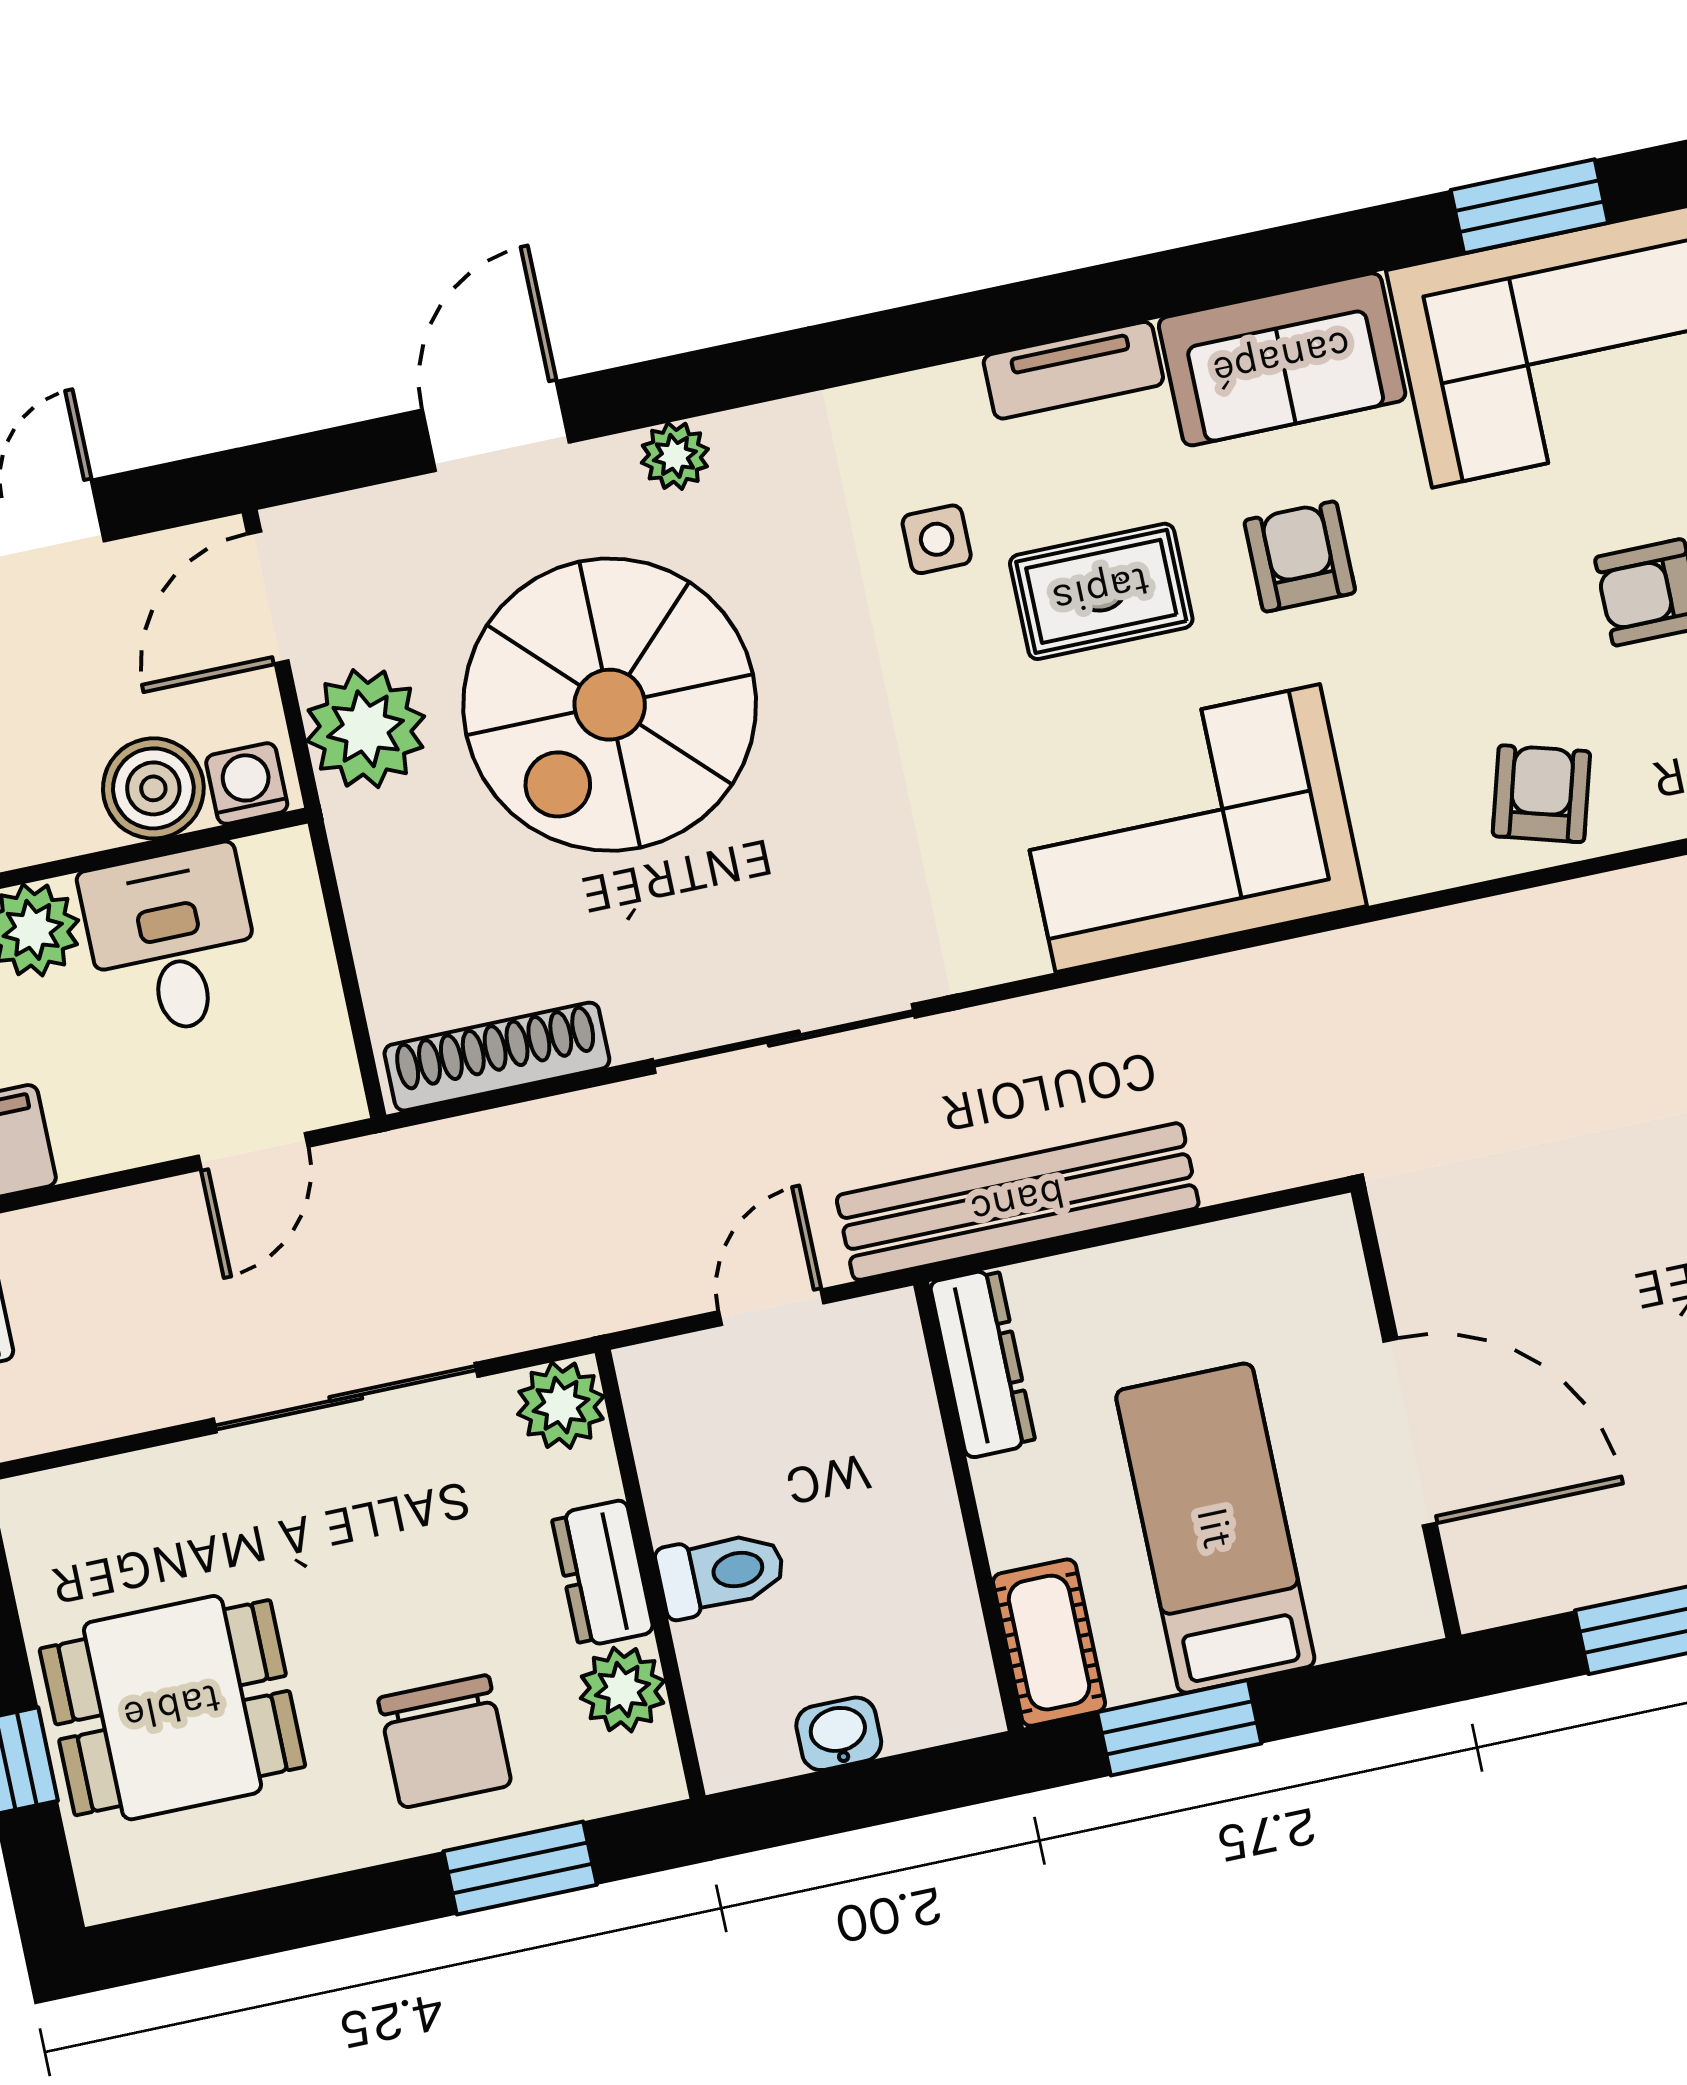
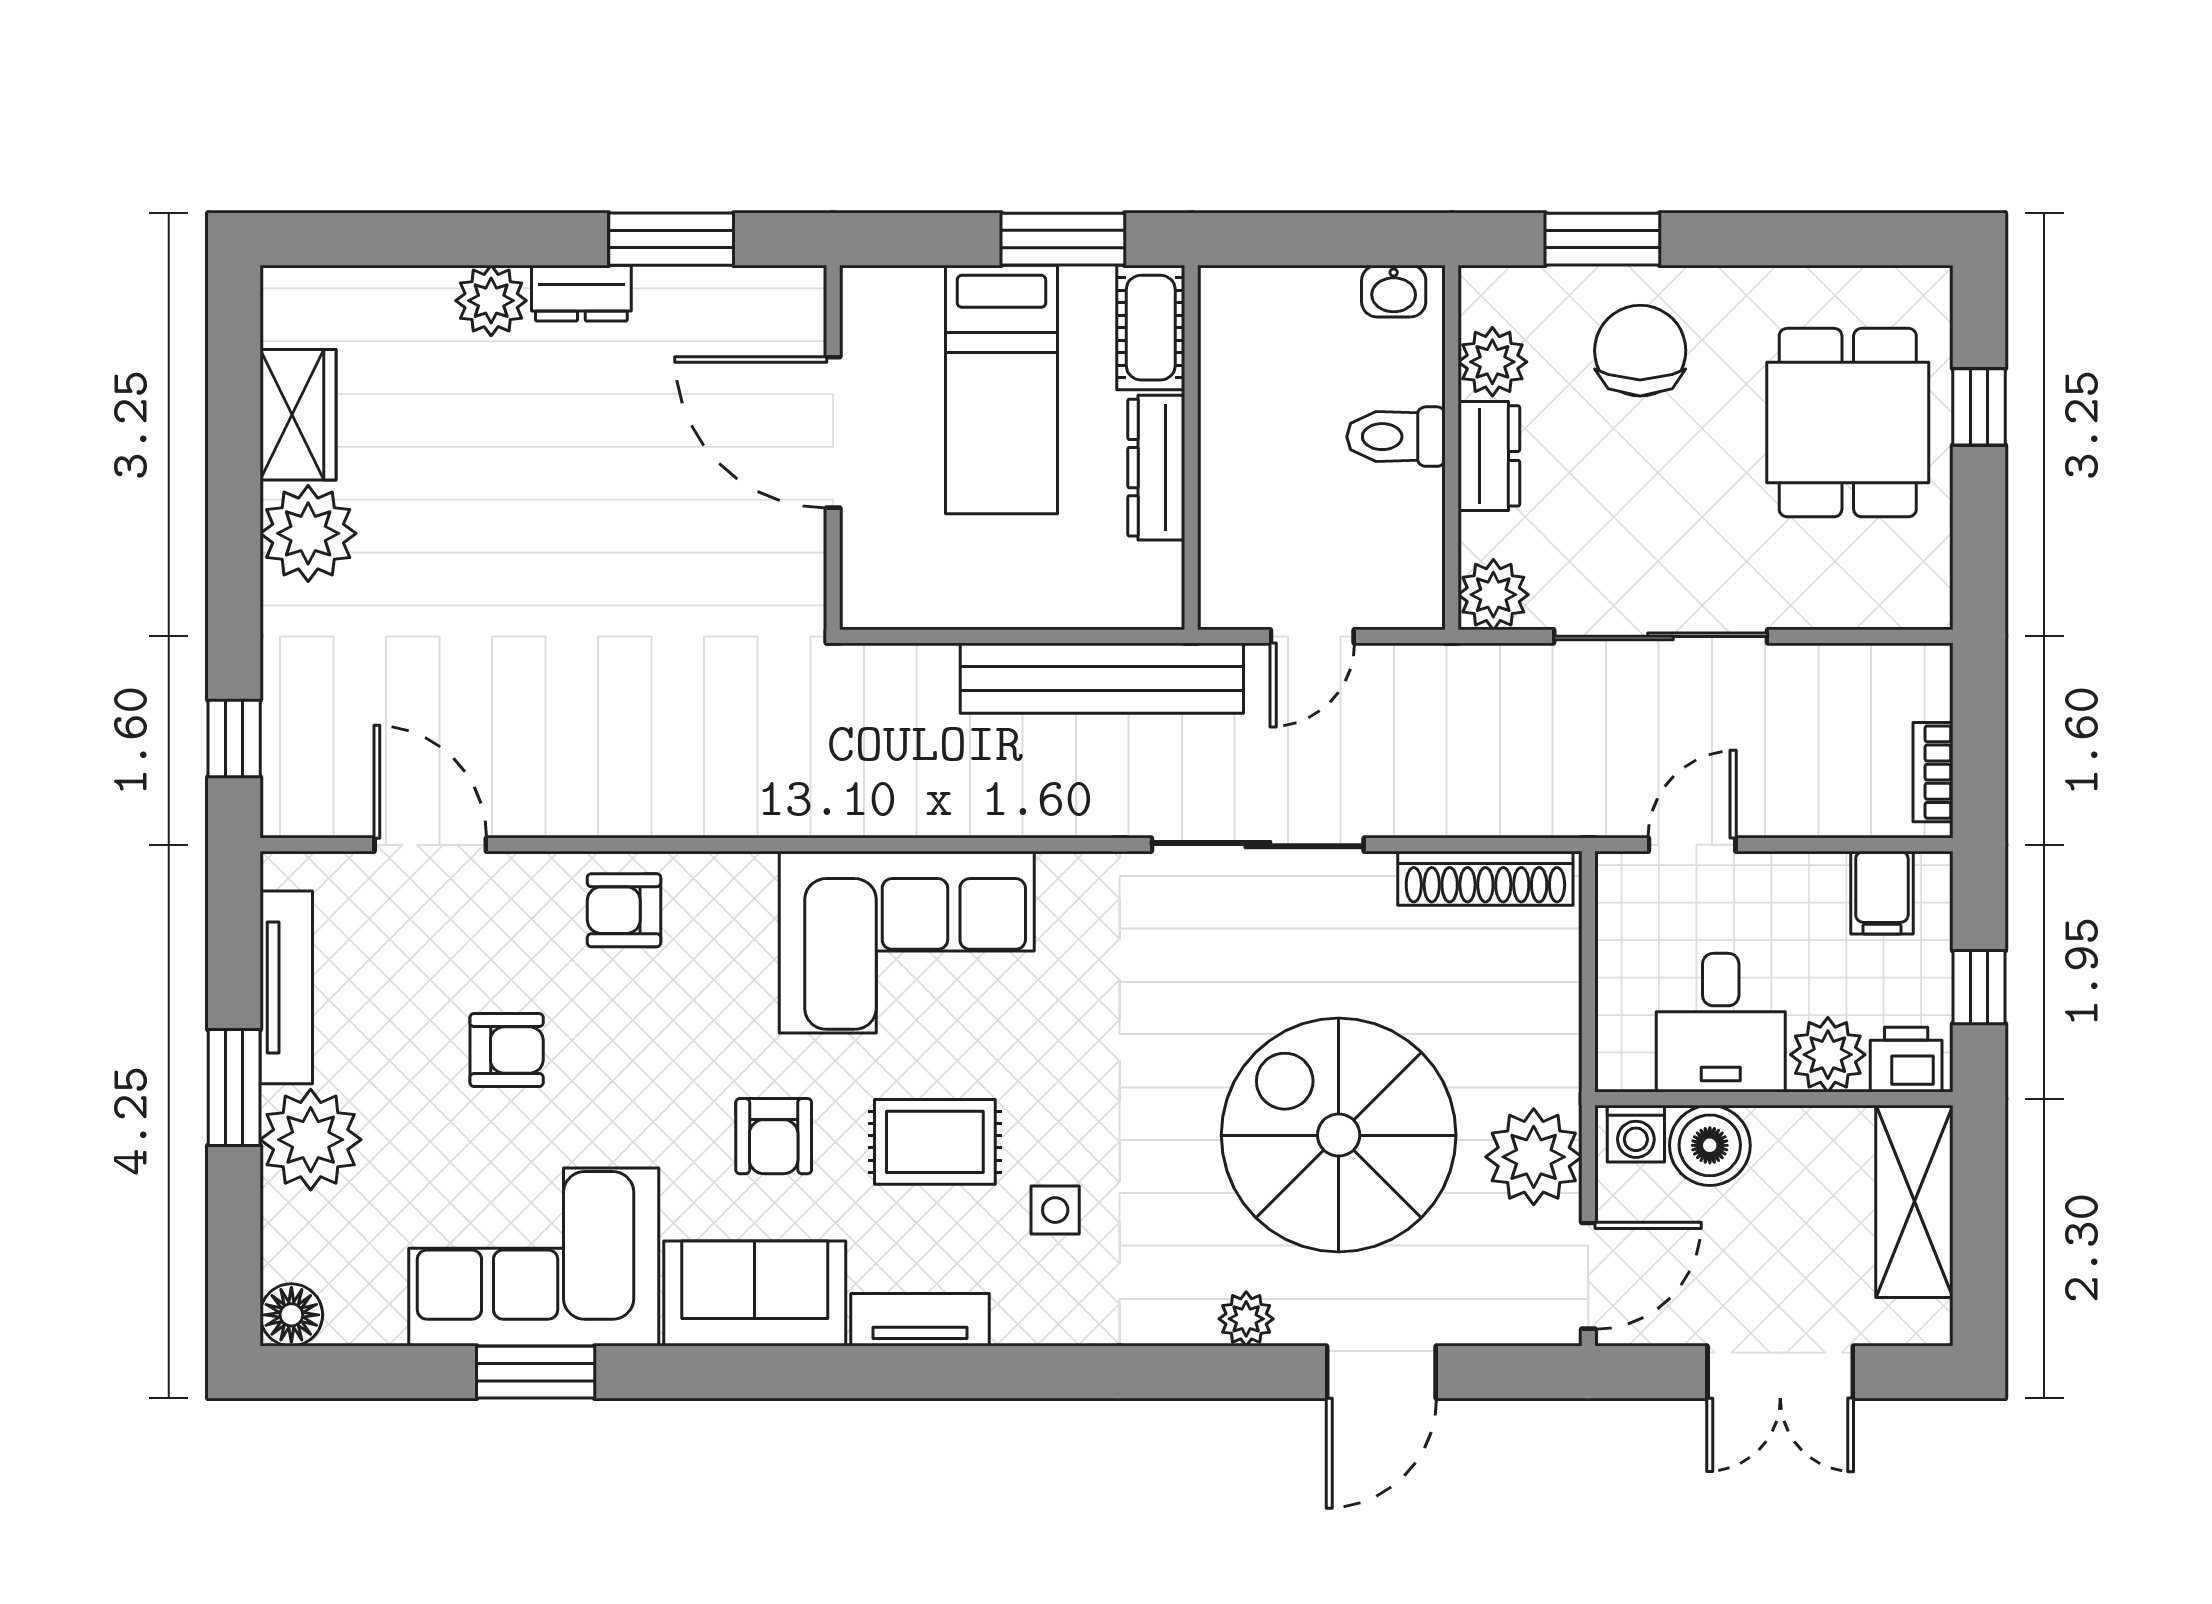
spiral stairs: (610, 705) -> (1339, 1135), turned -90
armchair: (1541, 794) -> (624, 910), turned 74
dresser: (982, 1363) -> (1156, 468), moved
dining table: (172, 1708) -> (1848, 423), turned 90
washbasin: (839, 1734) -> (1394, 291), moved

